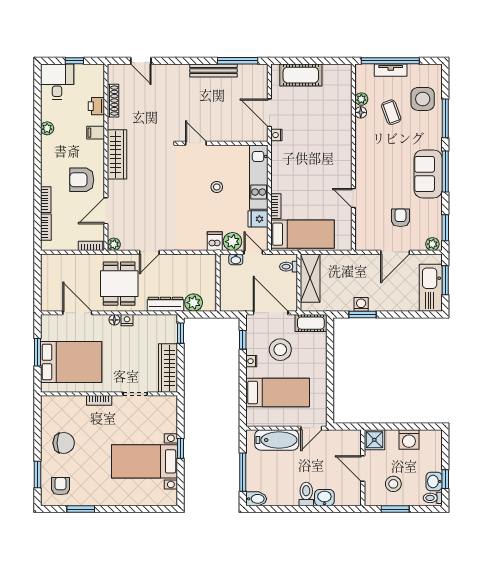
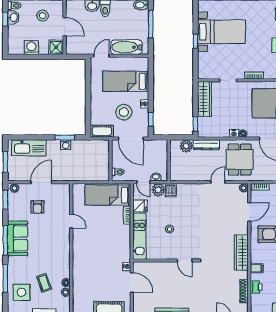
shelving: (310, 278) -> (102, 164), removed
kitchen sink: (431, 288) -> (29, 148), moved, turned 90

